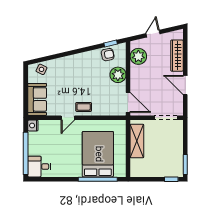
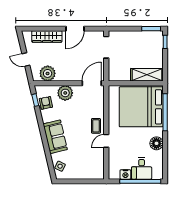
sofa: (37, 99) -> (55, 137), moved, turned 77
door: (68, 118) -> (106, 141), swing flipped
nightstand: (33, 126) -> (125, 174), moved
shelving: (137, 141) -> (147, 75), moved
bed: (98, 154) -> (141, 107), width x1.36
desk: (39, 167) -> (142, 168), moved
floor lamp: (65, 170) -> (156, 143), added

